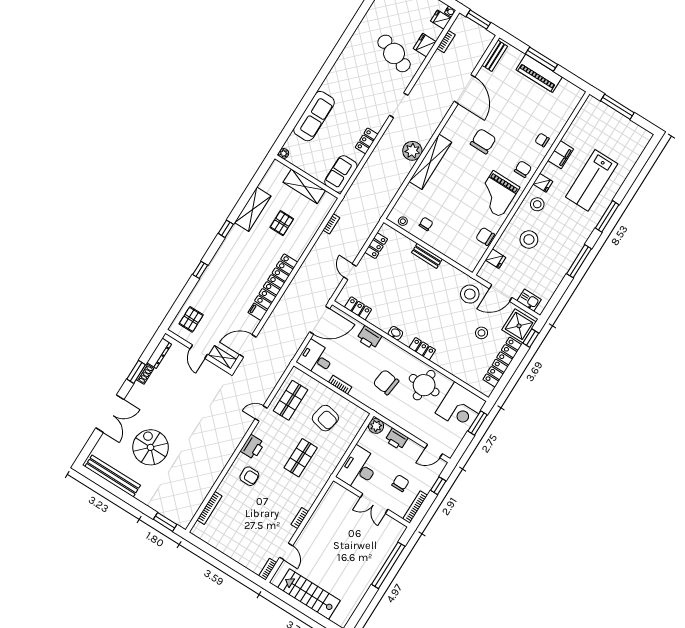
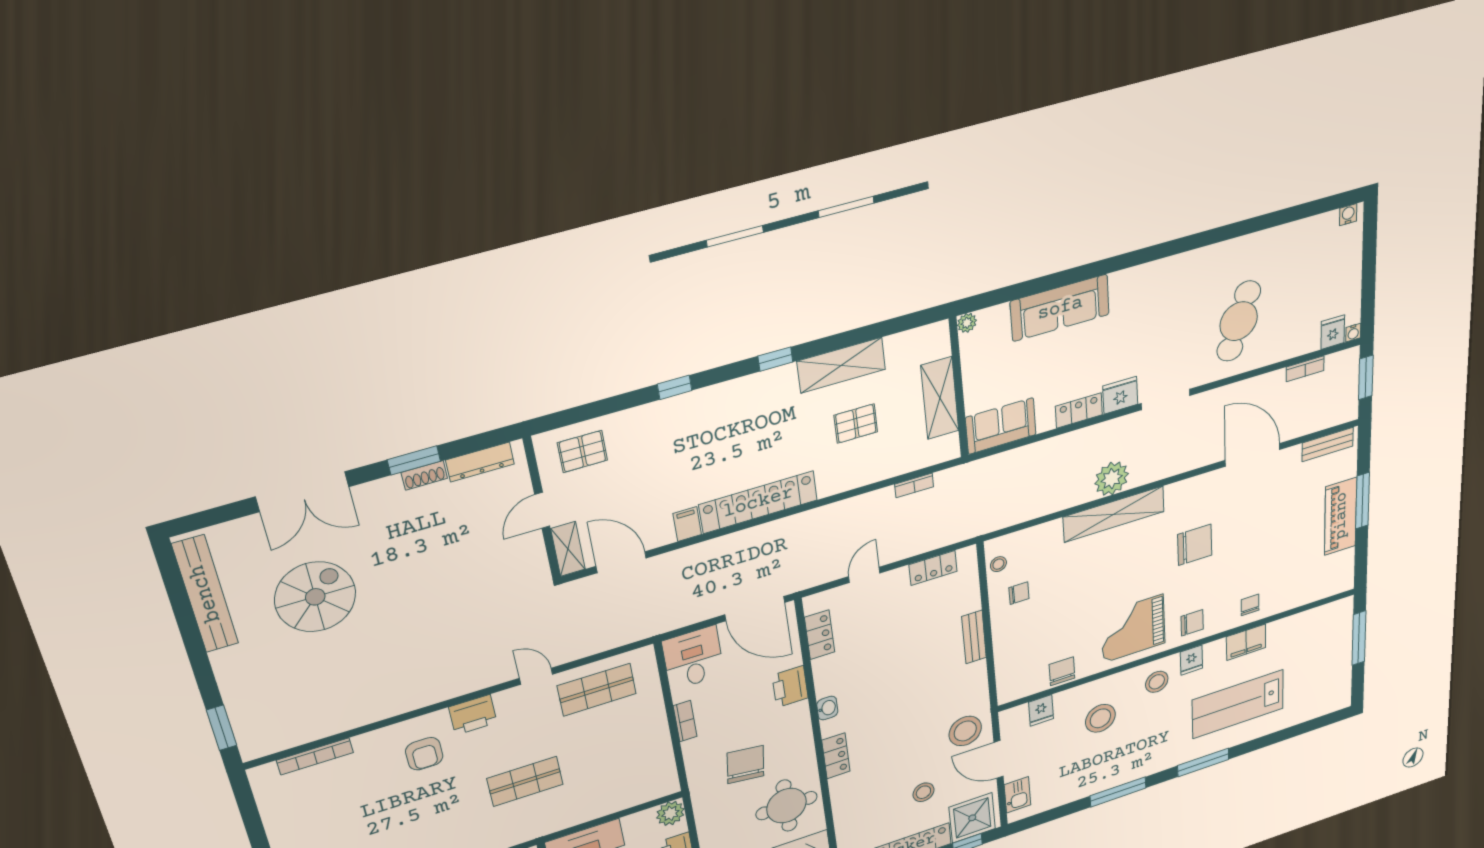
fridge: (425, 45) -> (1120, 395), moved
door: (465, 89) -> (1253, 455), swing flipped
armchair: (325, 418) -> (617, 752), removed

